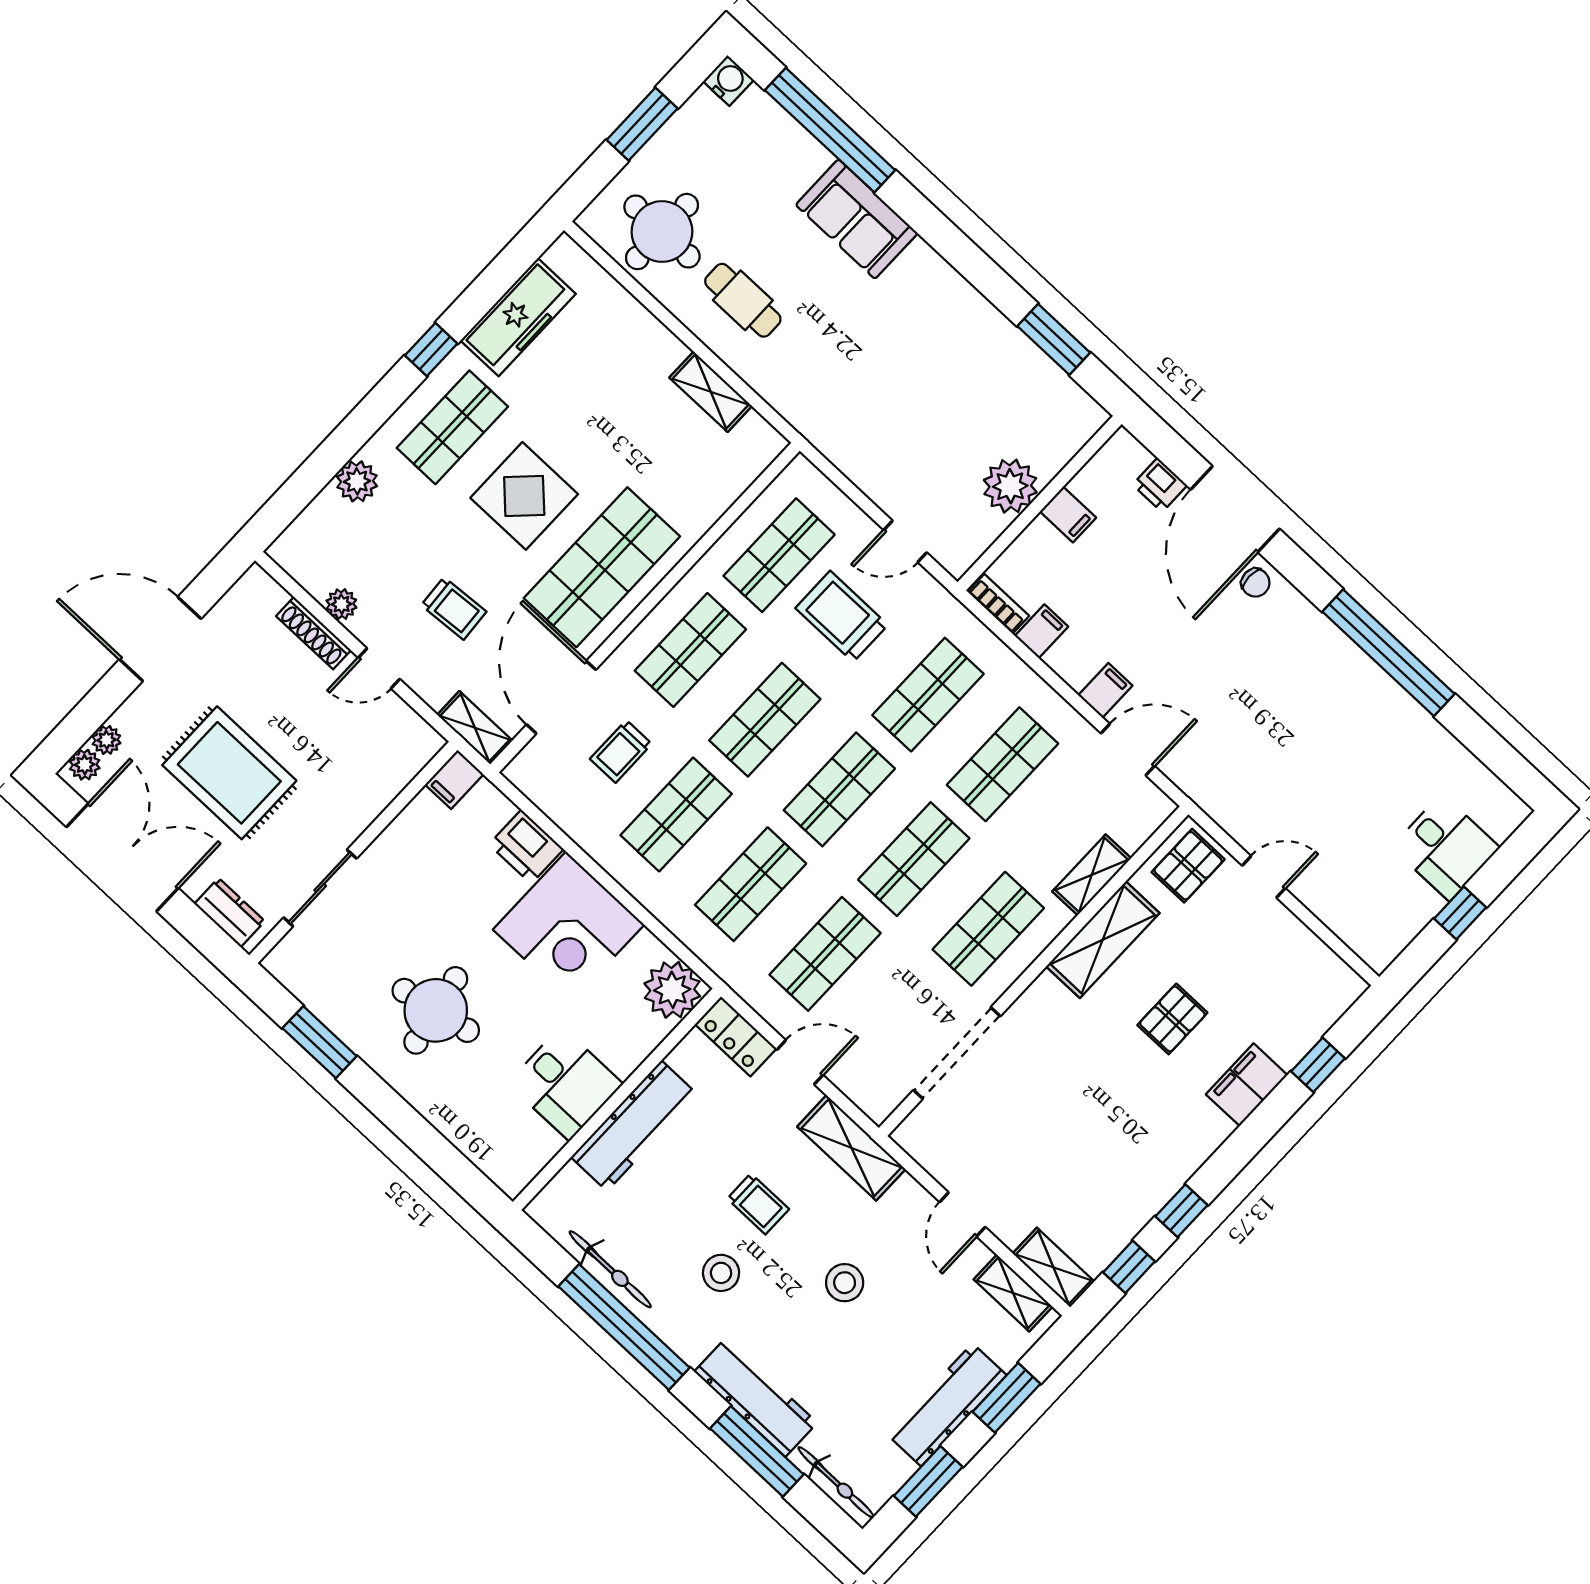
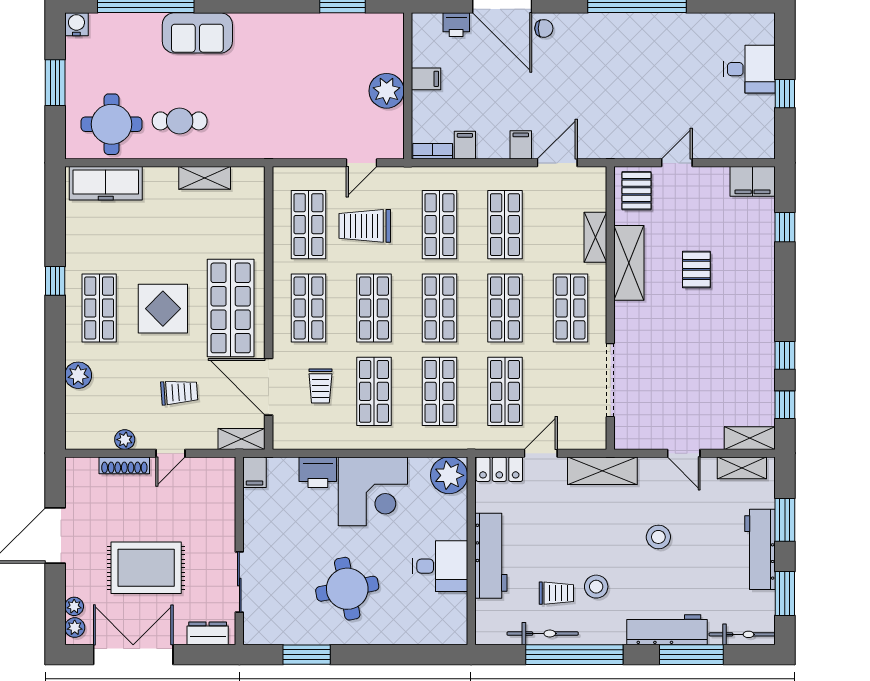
freezer: (518, 317) -> (106, 183), moved, turned 90
filing cabinet: (1247, 1085) -> (753, 181), moved, turned -90
trolley: (758, 1204) -> (556, 593), moved

